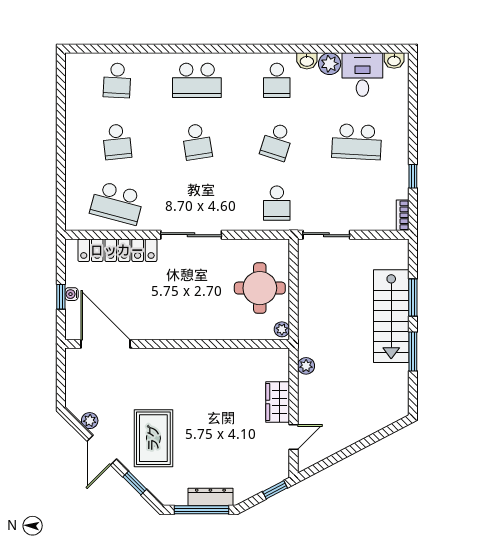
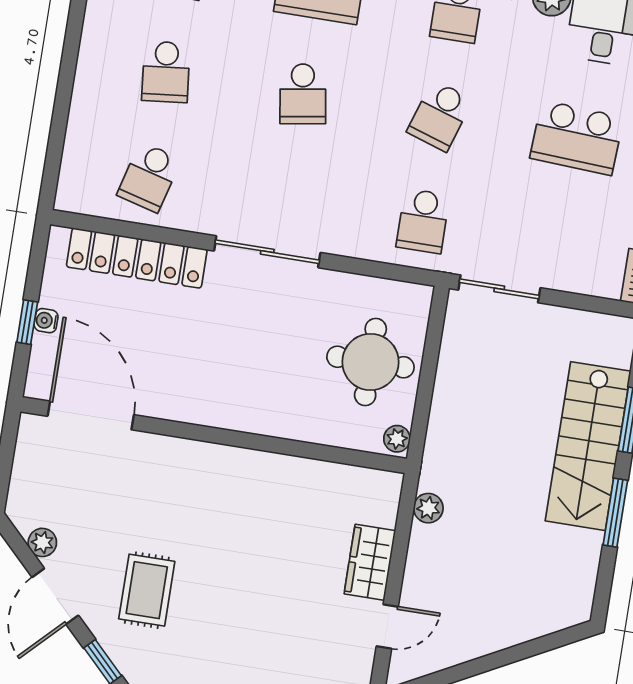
school desk: (117, 203) -> (149, 177), width x0.54
rug: (153, 438) -> (147, 590), width x0.73, depth x0.70

